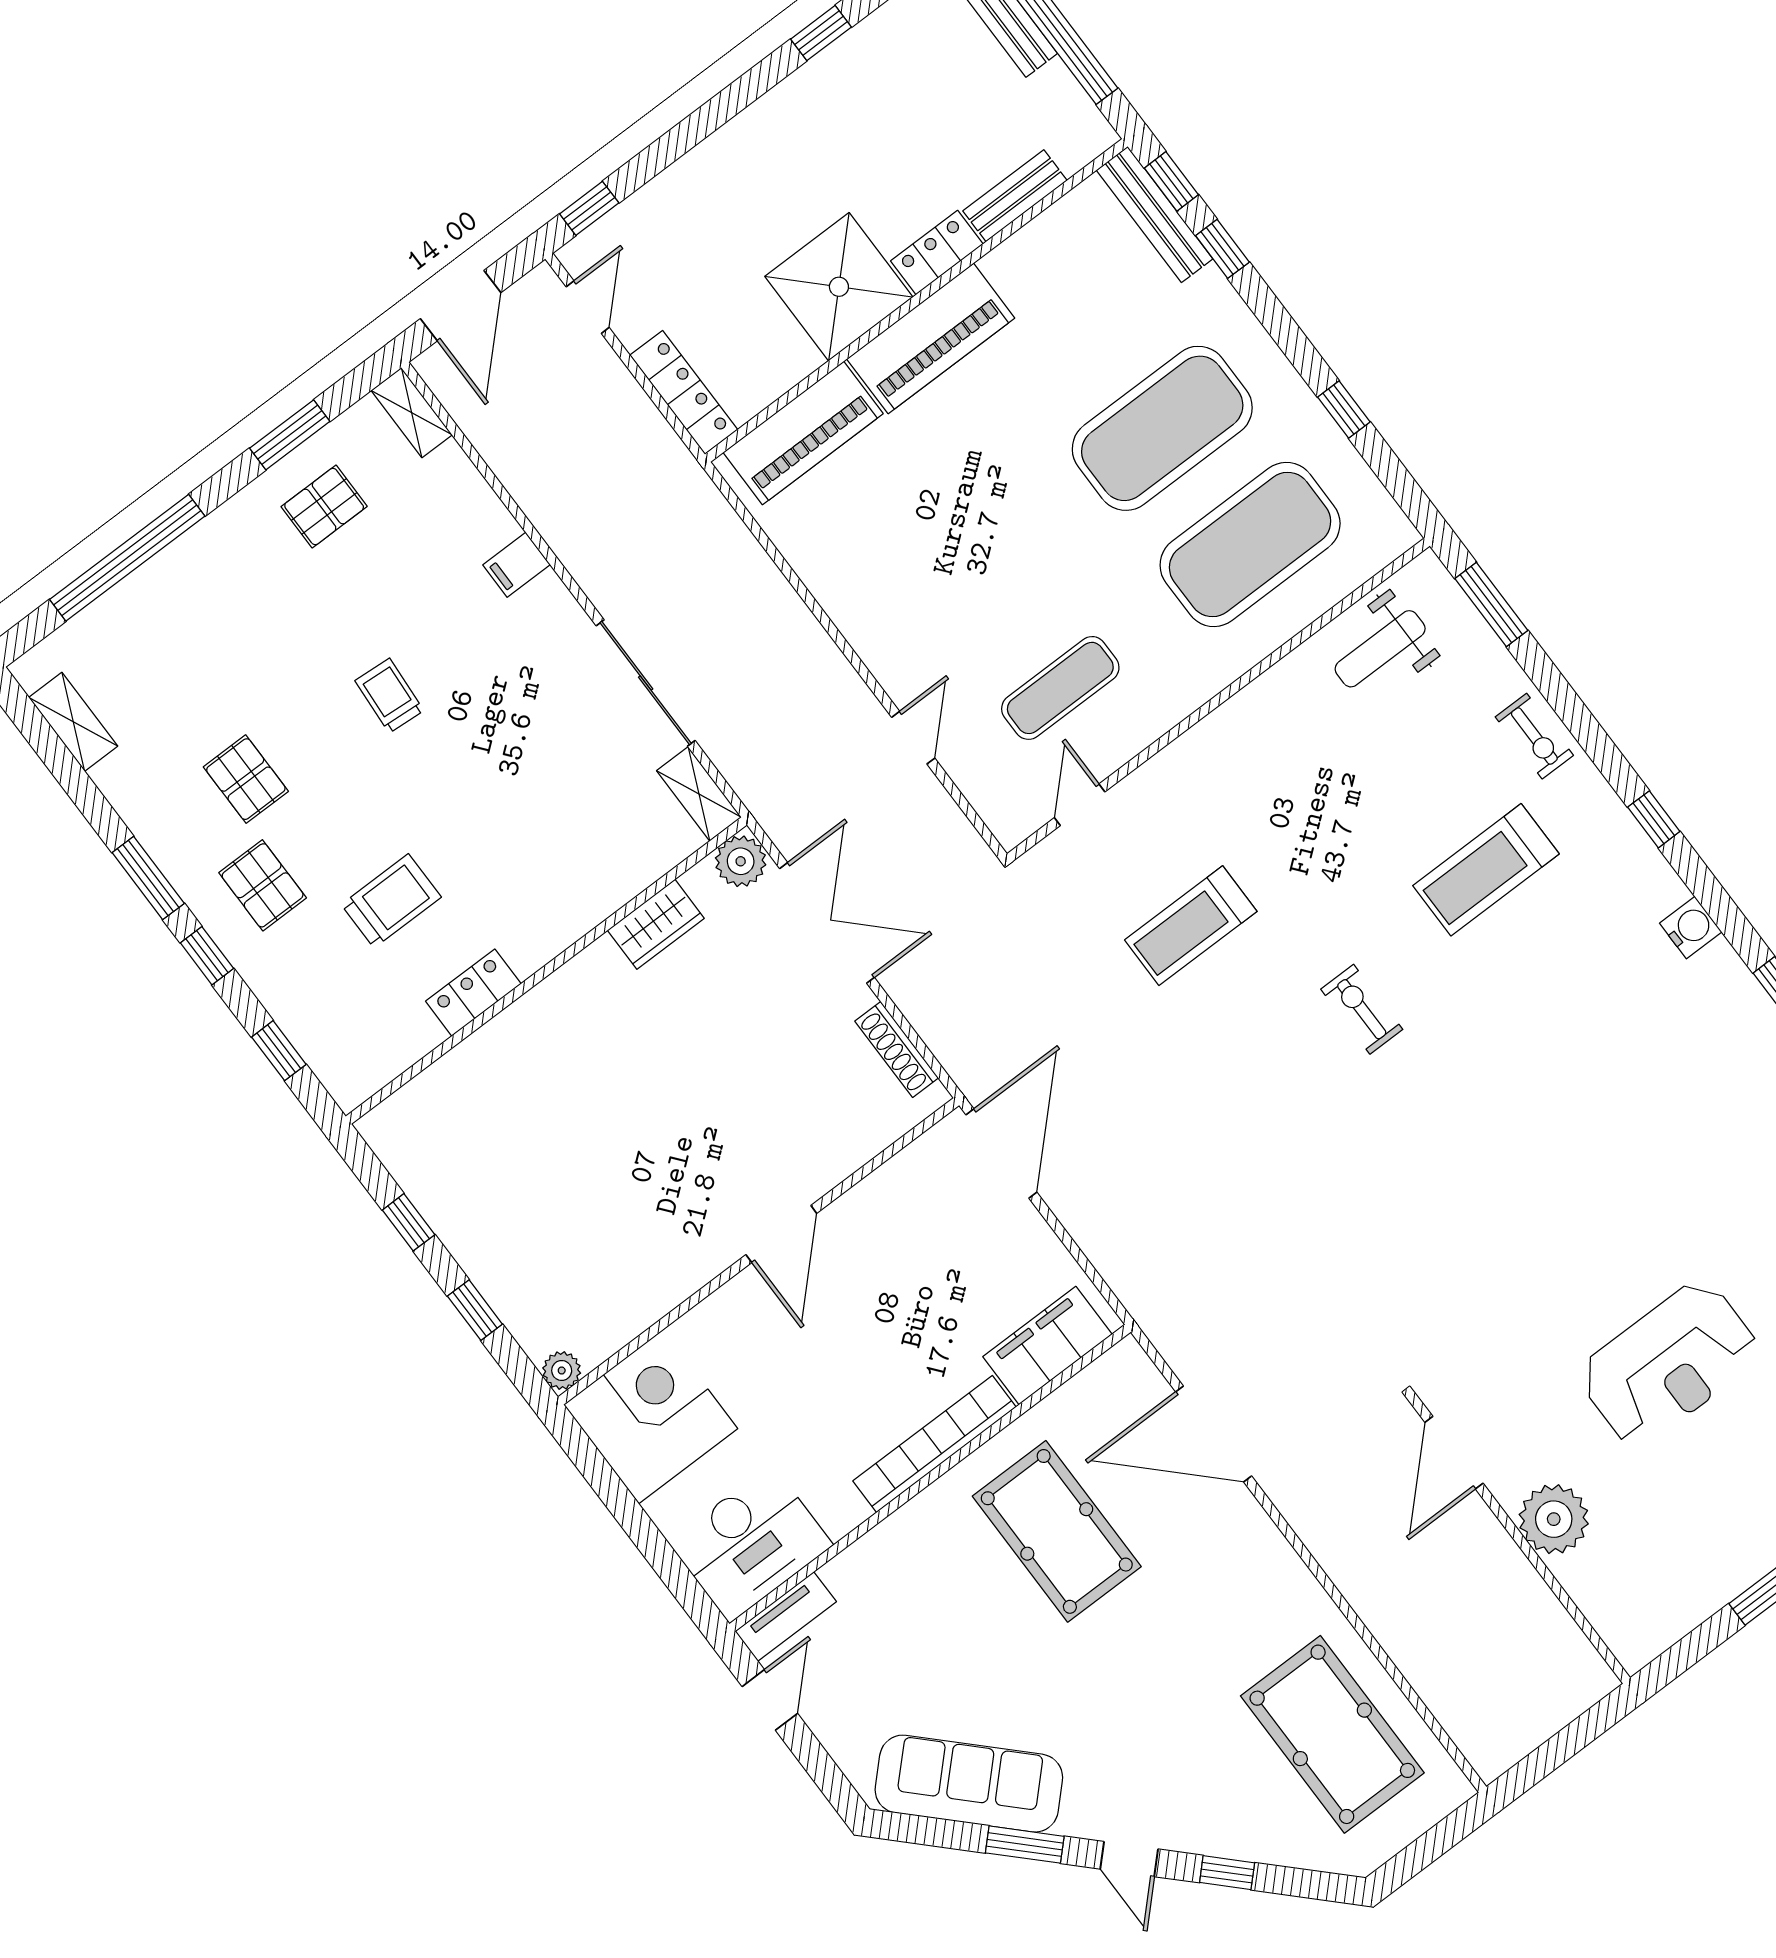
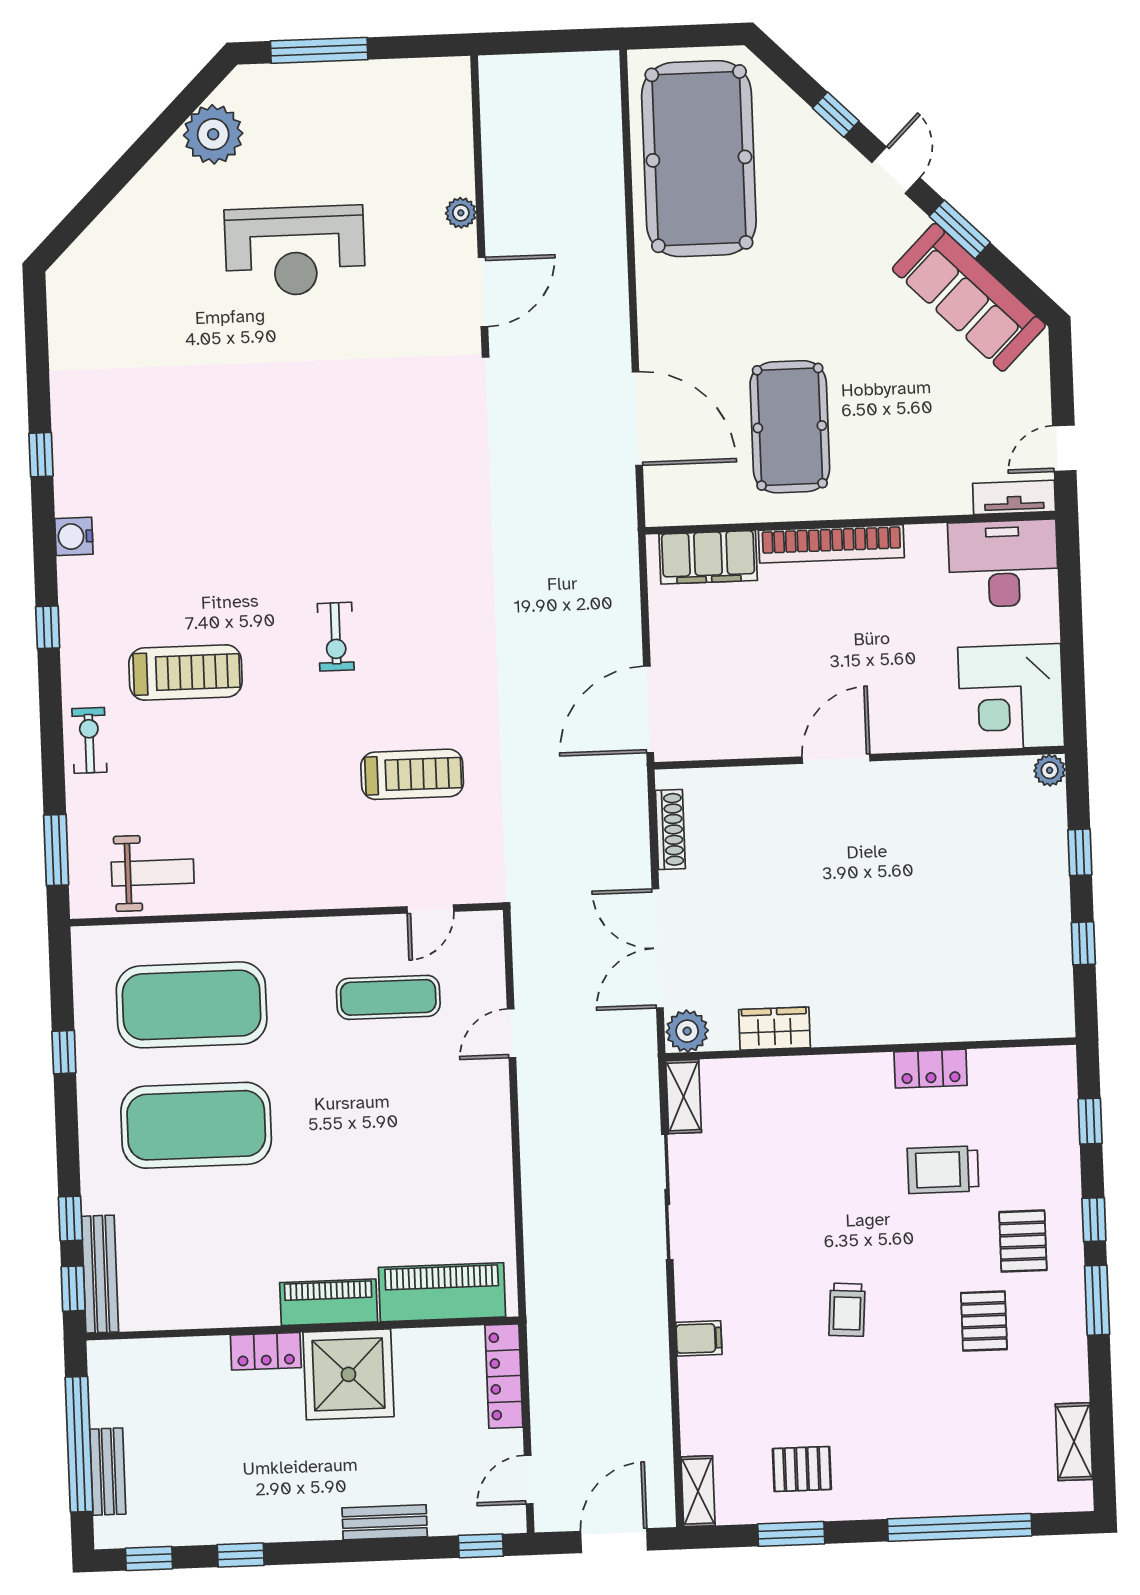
bench: (1015, 196) -> (385, 1522), moved
piano: (931, 338) -> (329, 1302), width x0.73, depth x0.75
reception desk: (1669, 1364) -> (295, 251), turned 180
plant: (1554, 1519) -> (461, 213), width x0.53, depth x0.53
pool table: (1332, 1734) -> (699, 159), width x1.36, depth x1.32

